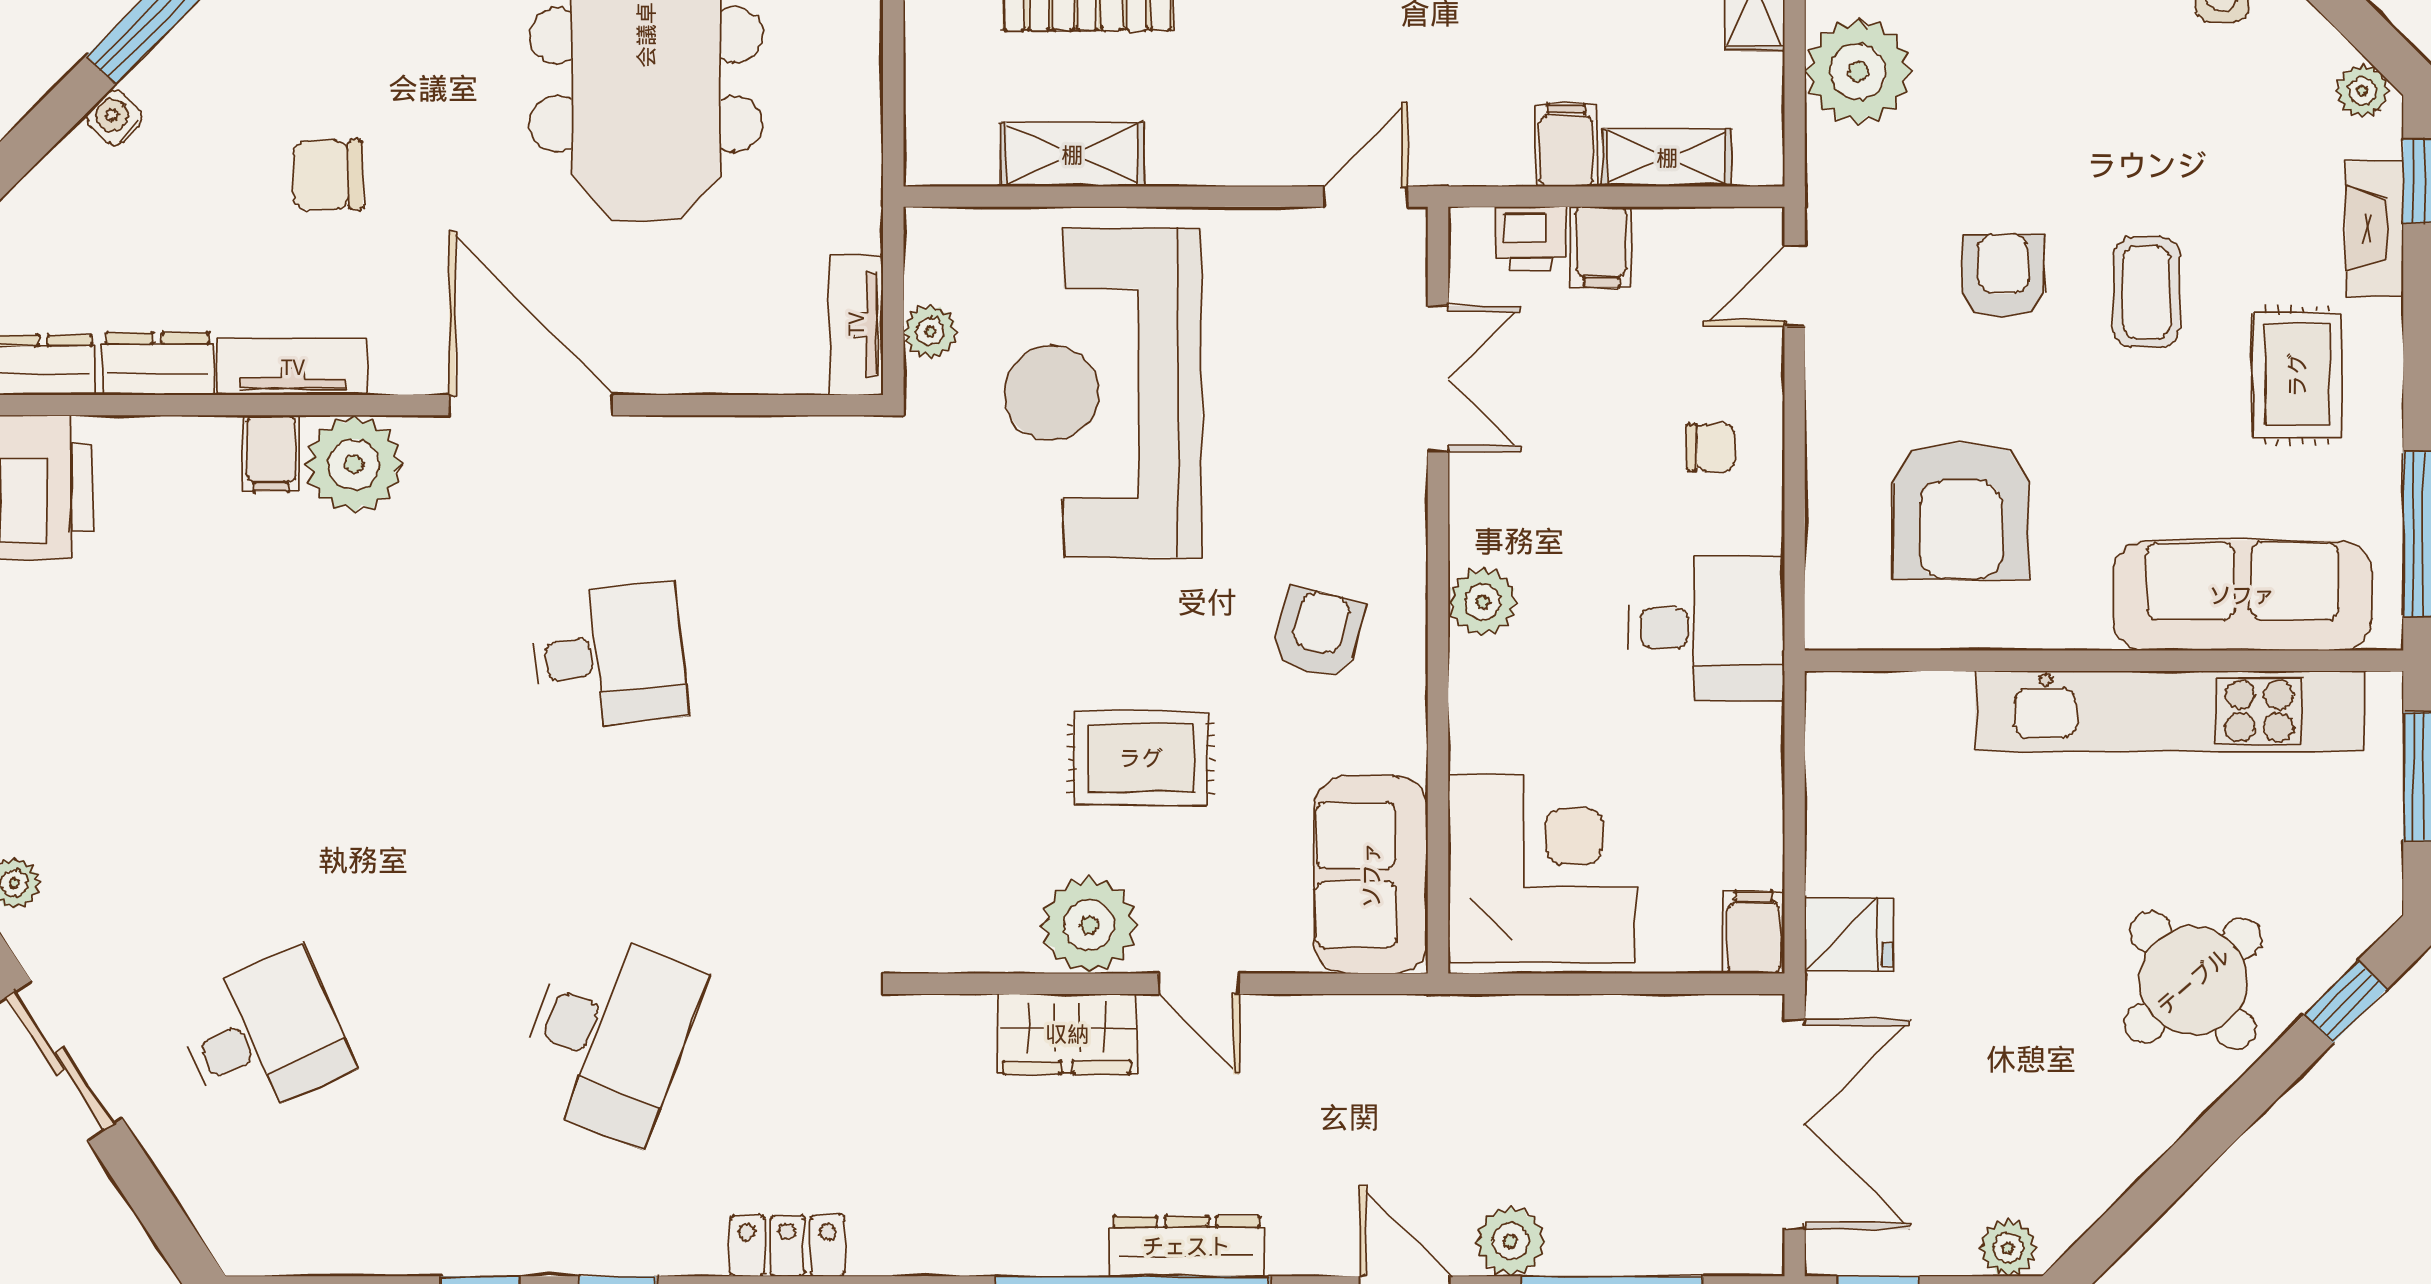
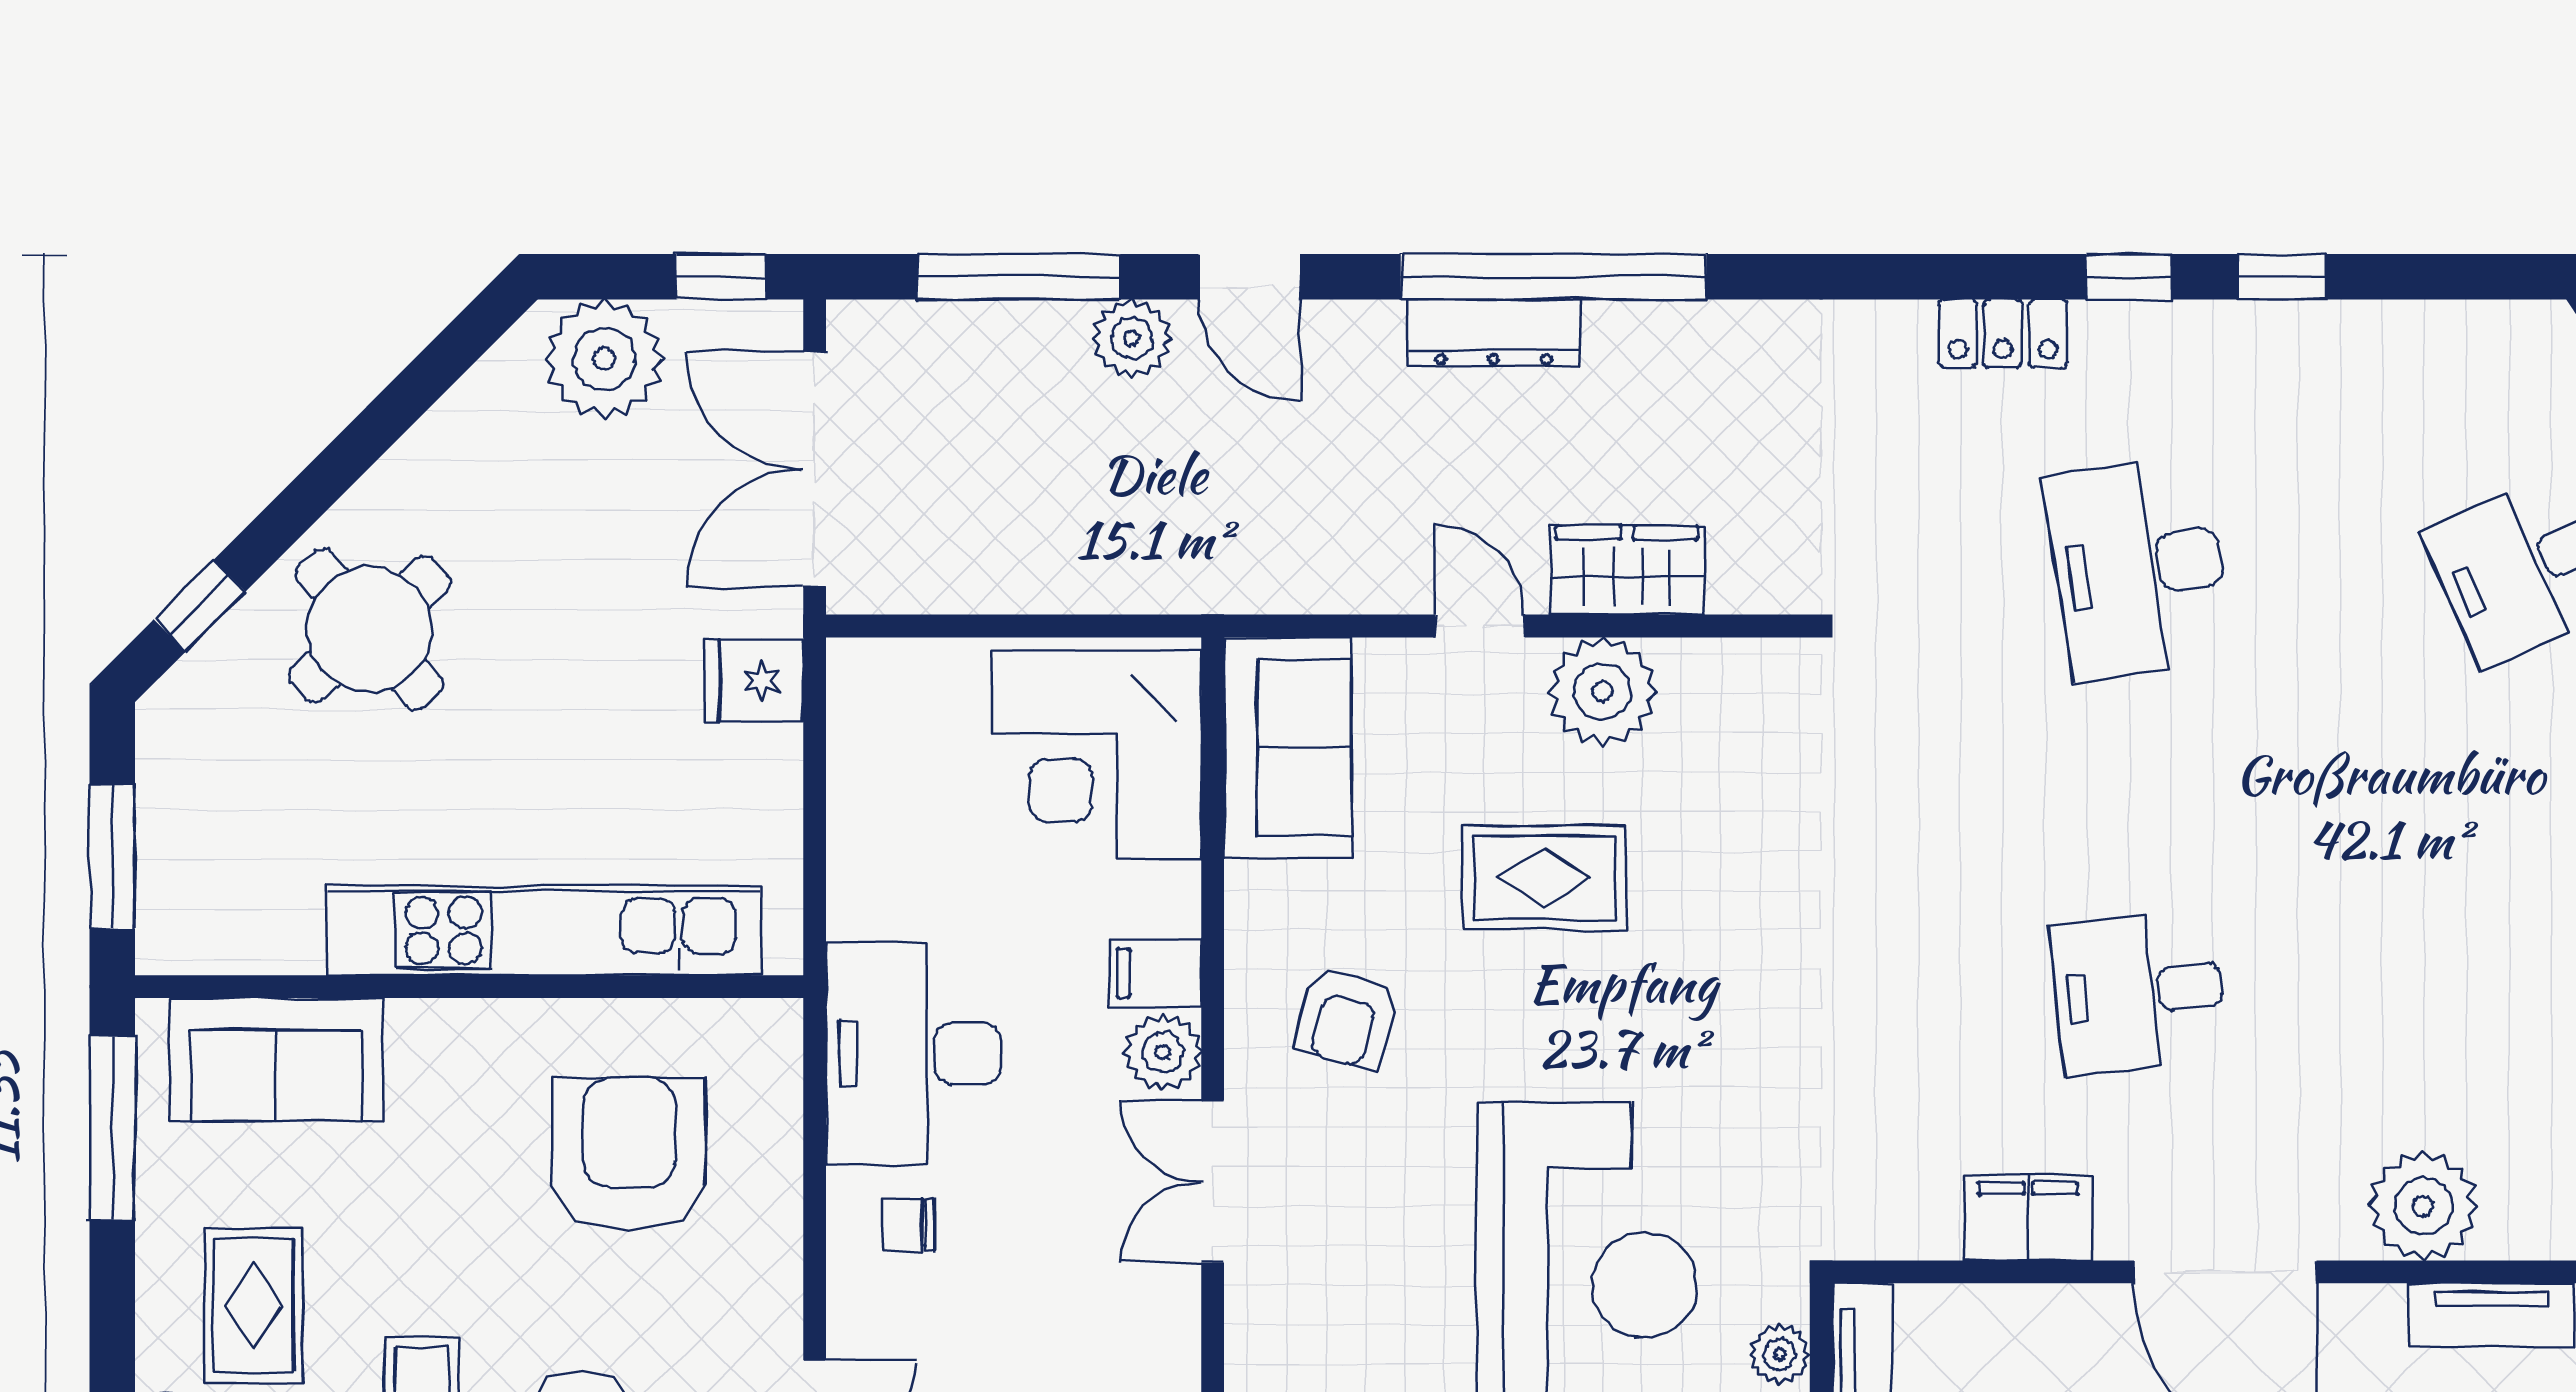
double door: (1438, 378) -> (1213, 1181), moved
filing cabinet: (271, 453) -> (2028, 1218), moved, width x2.00
sofa: (2242, 595) -> (276, 1059), width x0.73
desk: (1706, 628) -> (913, 1053), width x1.37
kitchen unit: (2170, 711) -> (544, 930), moved
filing cabinet: (1754, 933) -> (1156, 973), moved, turned 90
desk: (609, 1036) -> (2139, 568), turned -30
locker: (787, 1246) -> (2003, 333), moved
plant: (2008, 1248) -> (604, 359), width x1.88, depth x1.88

